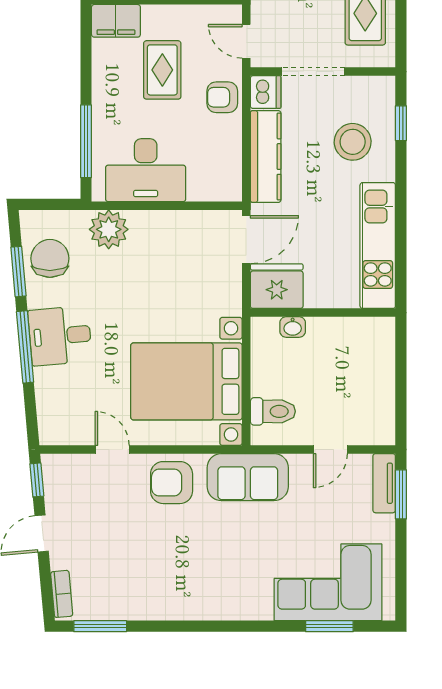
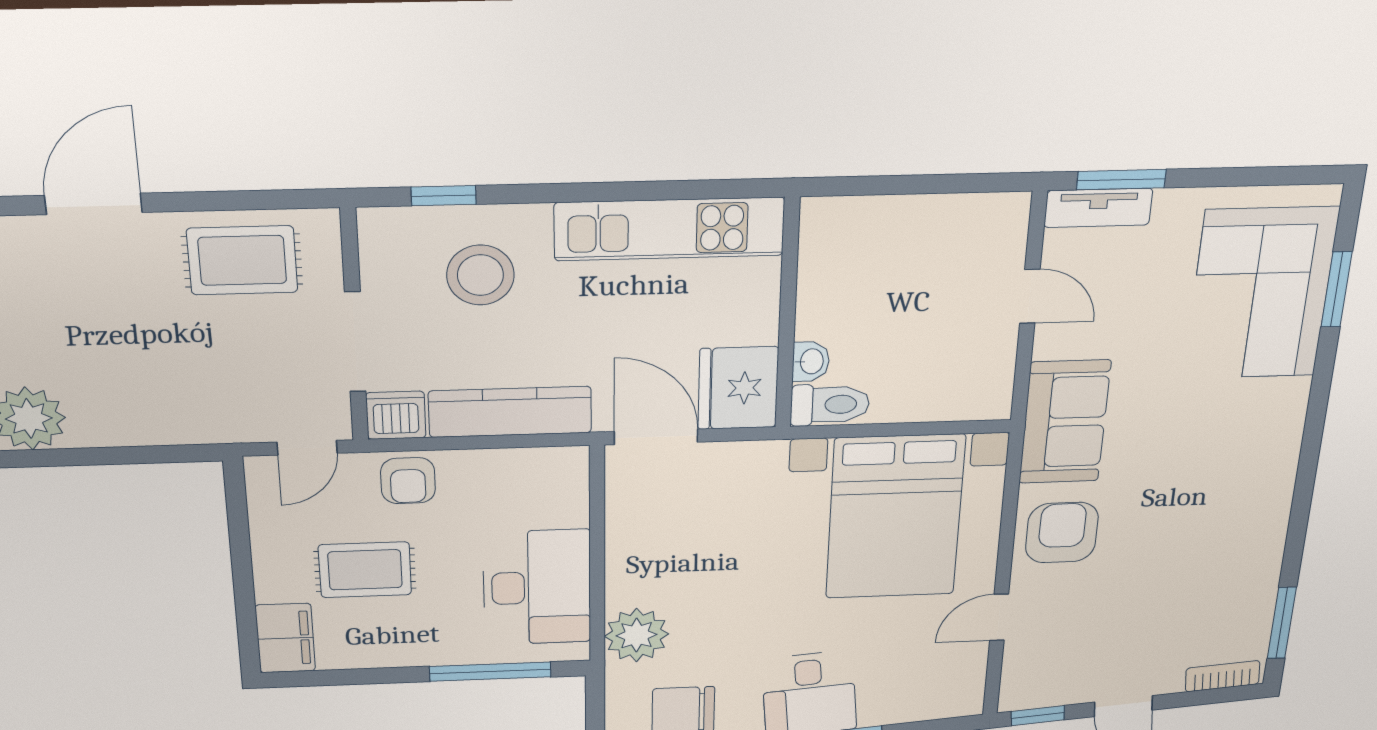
toilet: (273, 411) -> (830, 405), moved, turned 90
armchair: (172, 483) -> (1062, 533), turned 180

